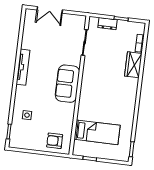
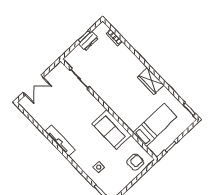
dresser: (108, 24) -> (88, 41), moved
wardrobe: (133, 65) -> (151, 81), moved
sofa: (67, 84) -> (112, 129), moved
armchair: (55, 141) -> (135, 162), turned 180

